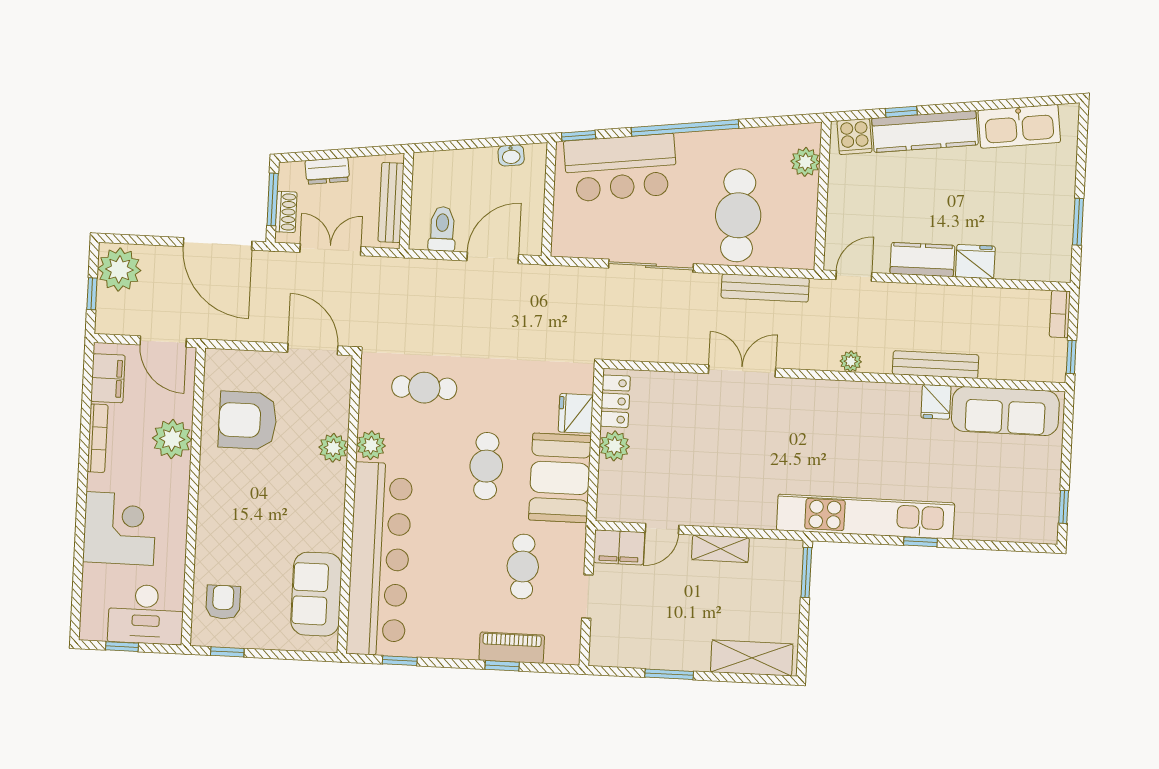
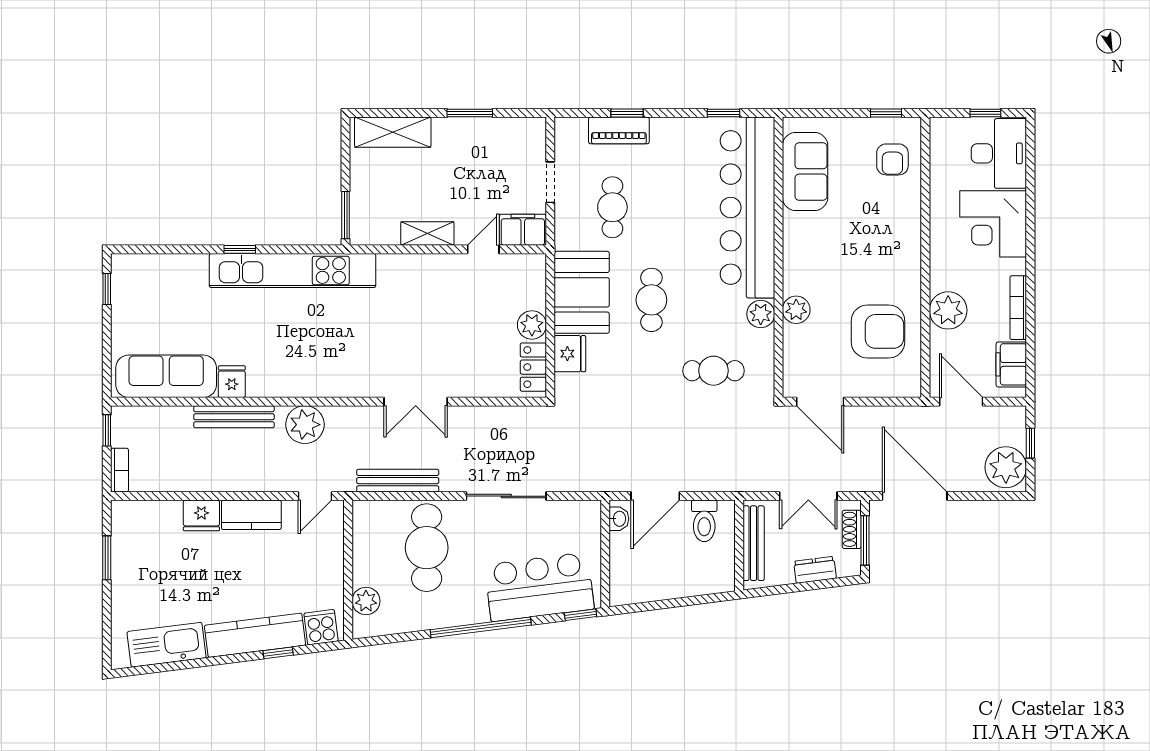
washbasin: (511, 155) -> (619, 519), moved, turned 97
plant: (851, 361) -> (305, 425), width x1.87, depth x1.87
desk: (146, 614) -> (999, 153), moved, turned 90

